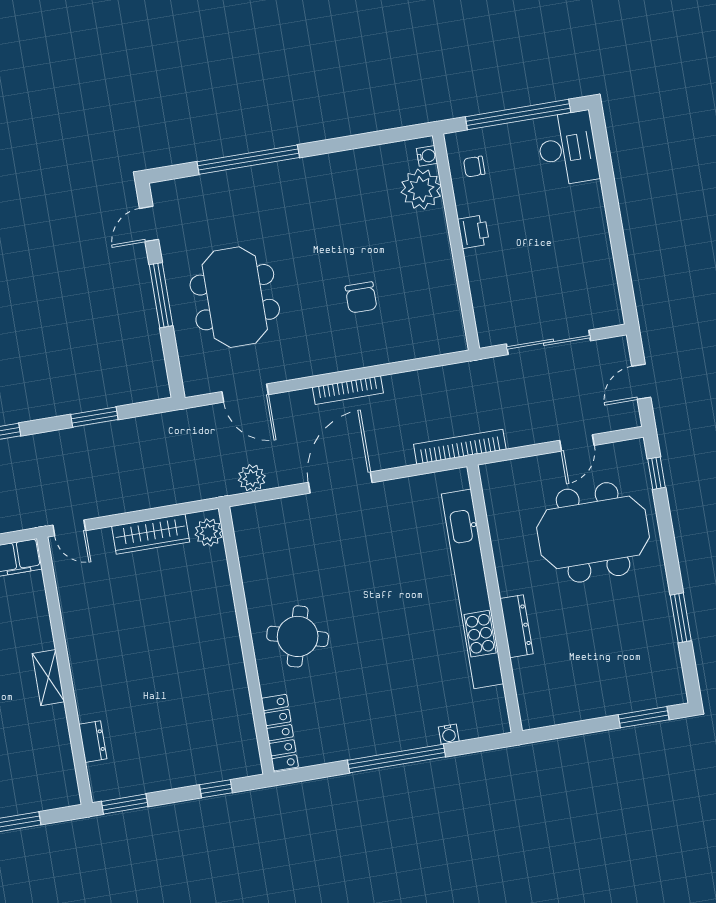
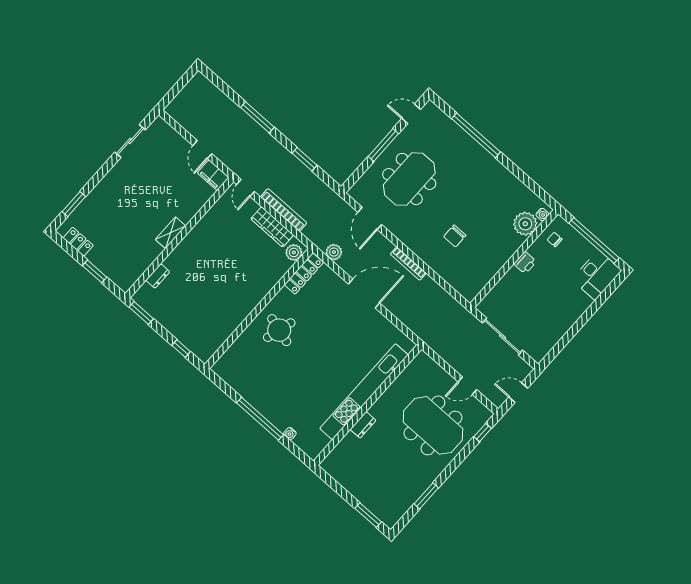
bookcase: (460, 447) -> (284, 210), moved
dresser: (516, 626) -> (363, 425), width x0.70
locker: (280, 733) -> (304, 274), moved

